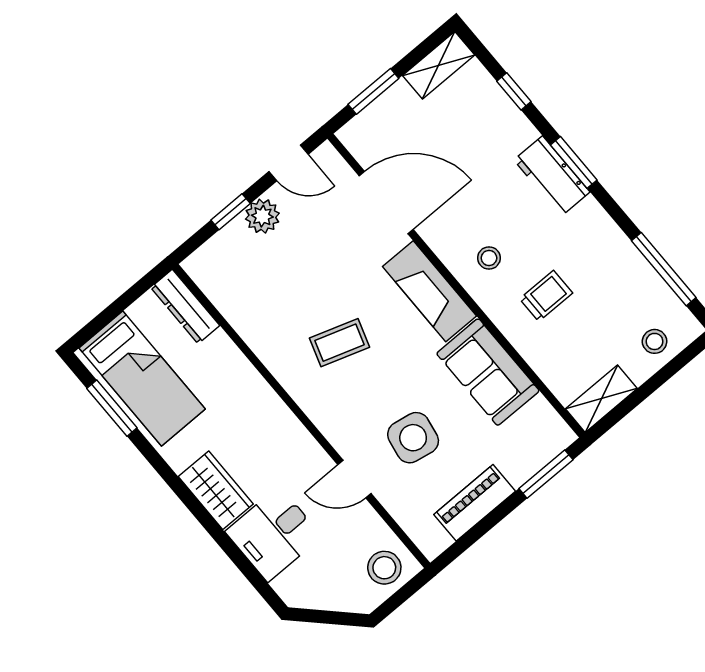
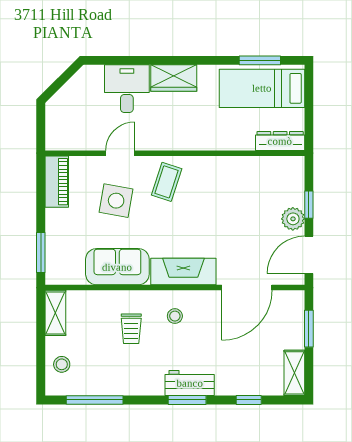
door: (289, 163) -> (309, 255), width x1.38
coffee table: (340, 343) -> (167, 182), moved
piano: (475, 503) -> (57, 182), moved
stool: (384, 568) -> (62, 130), removed

